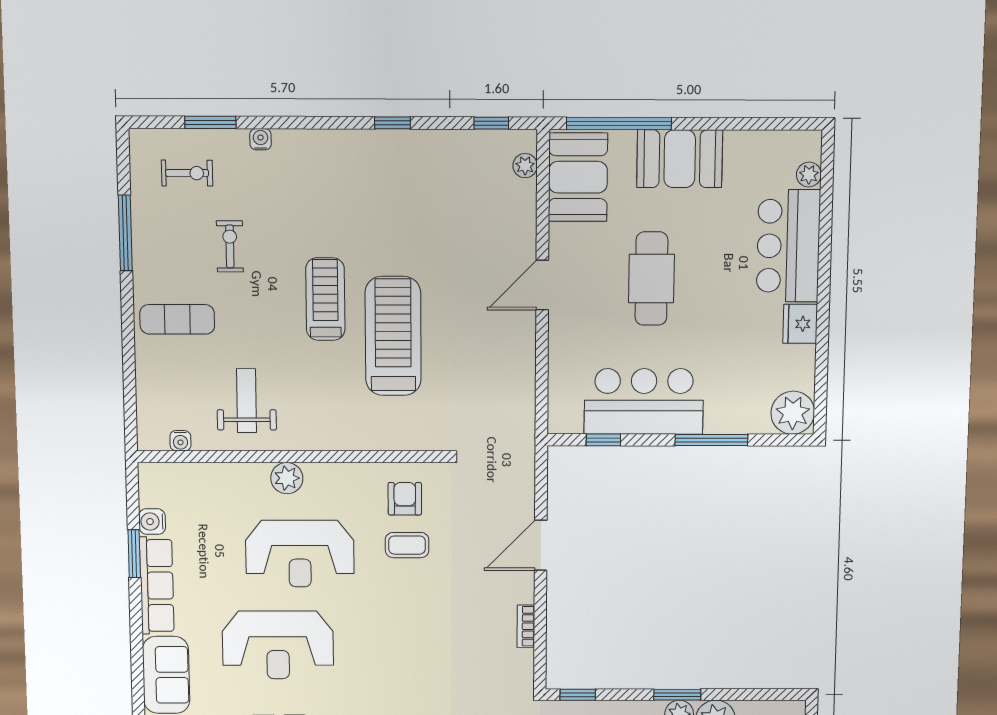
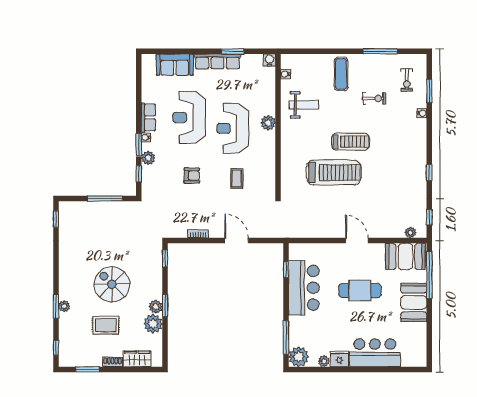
plant: (809, 175) -> (324, 361), moved
window: (711, 440) -> (286, 338), moved
armchair: (405, 499) -> (192, 176), moved
water cooler: (152, 522) -> (269, 60), moved

